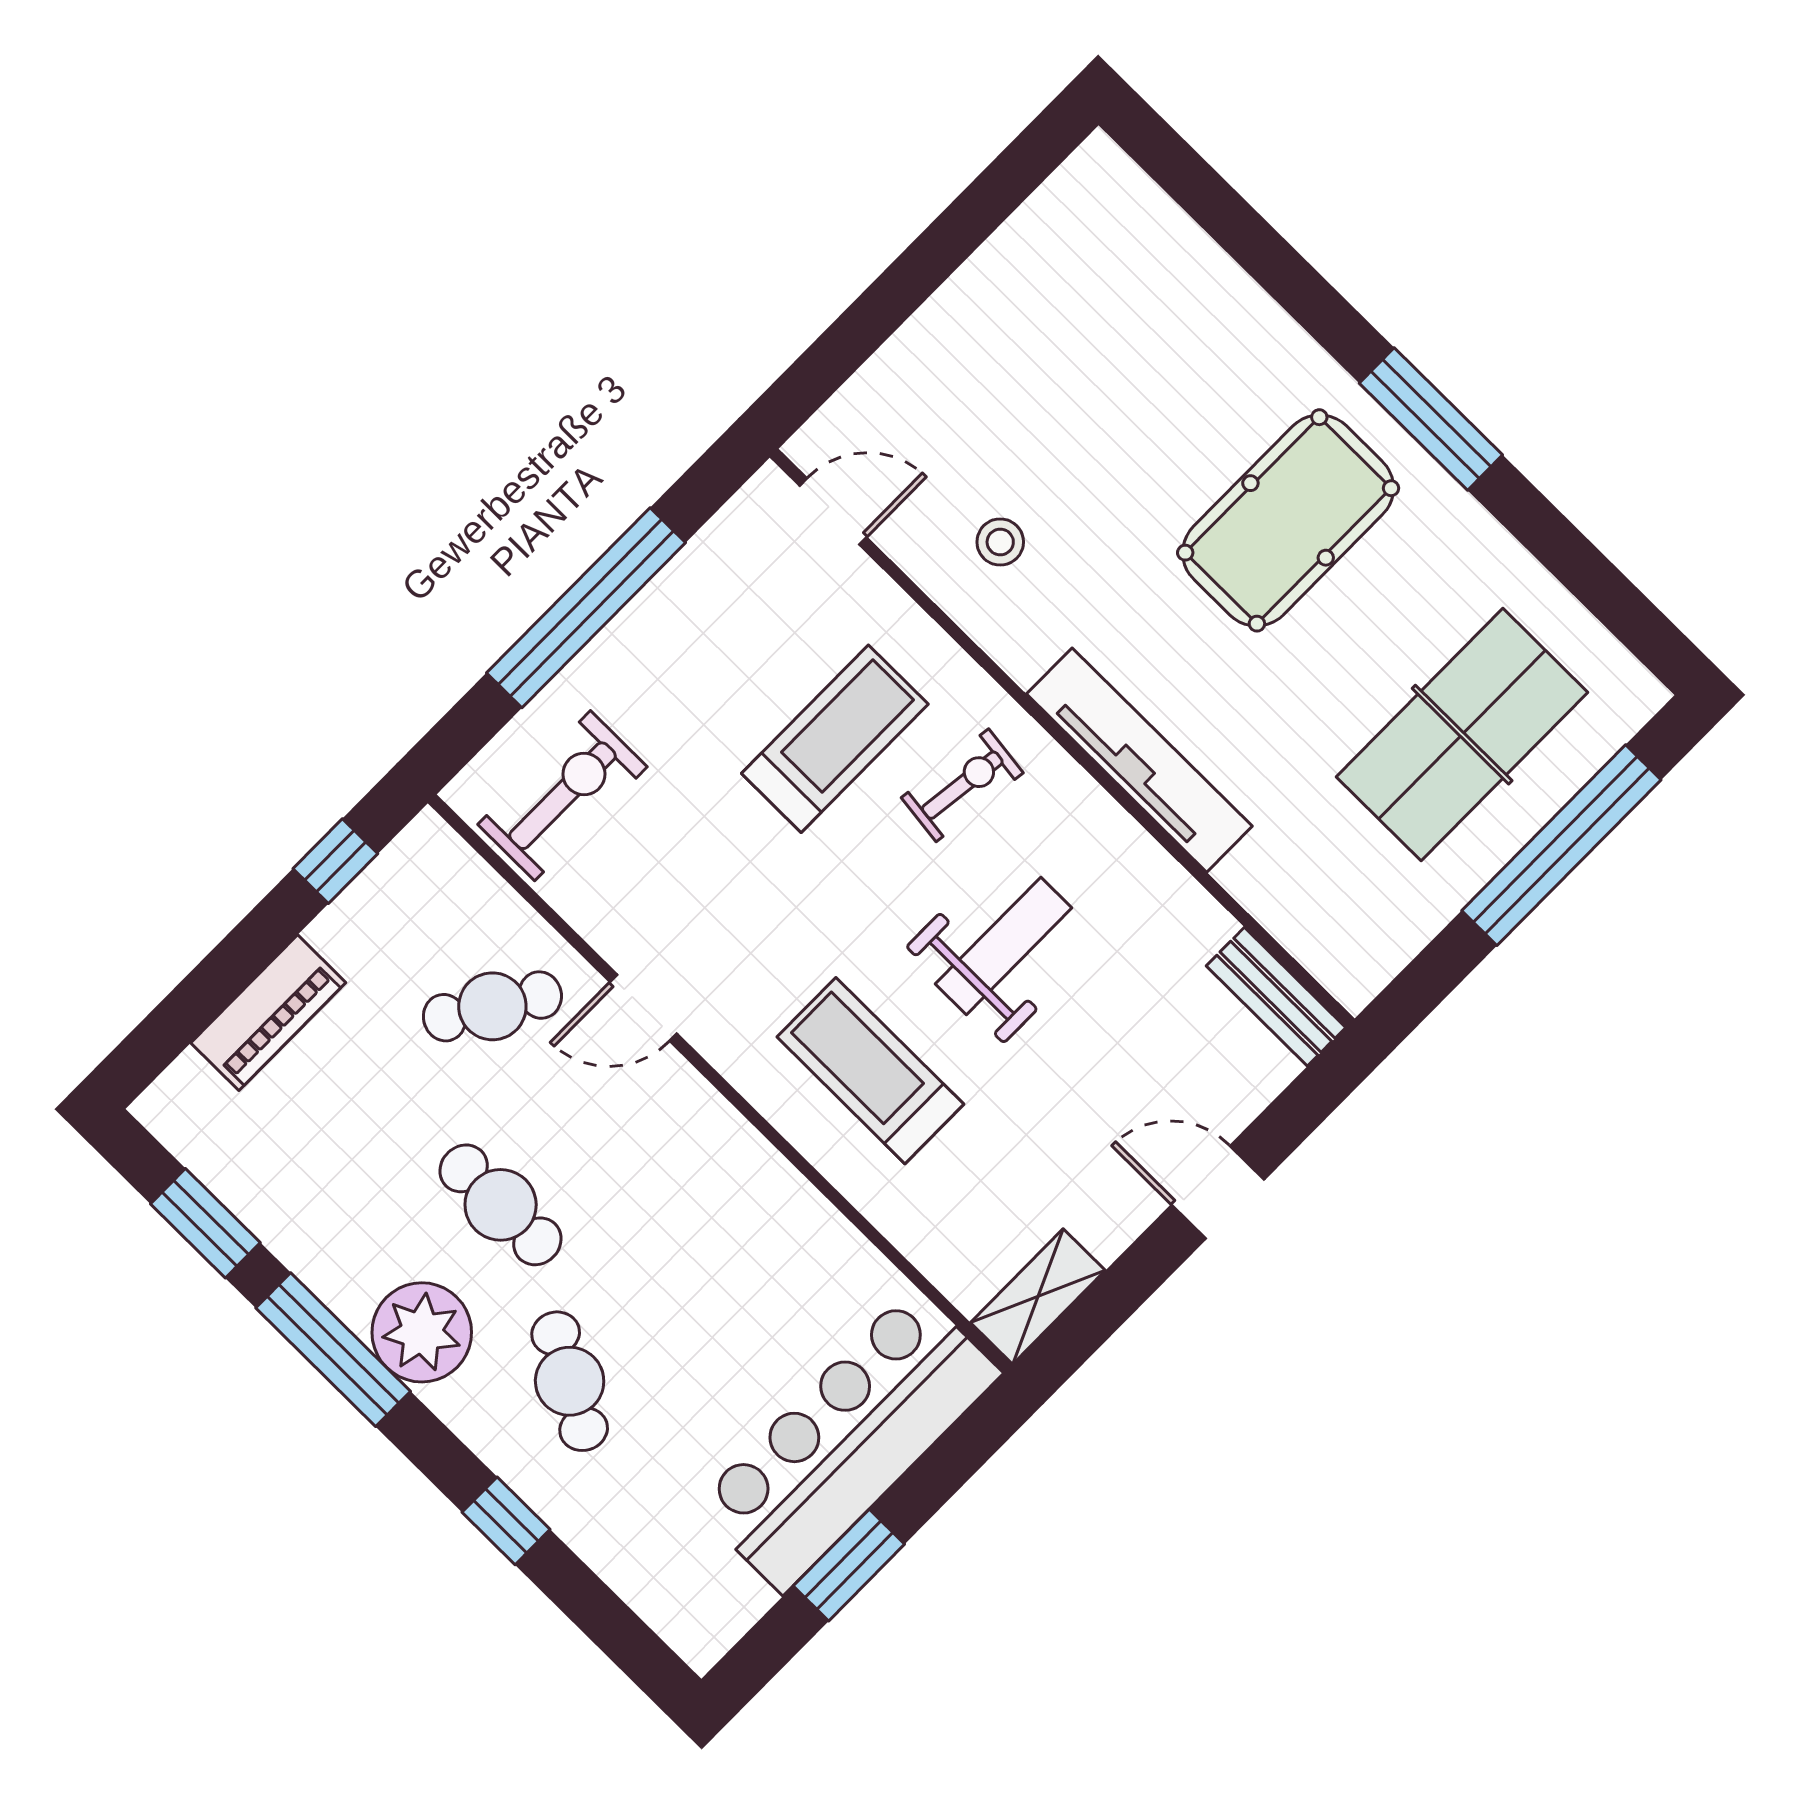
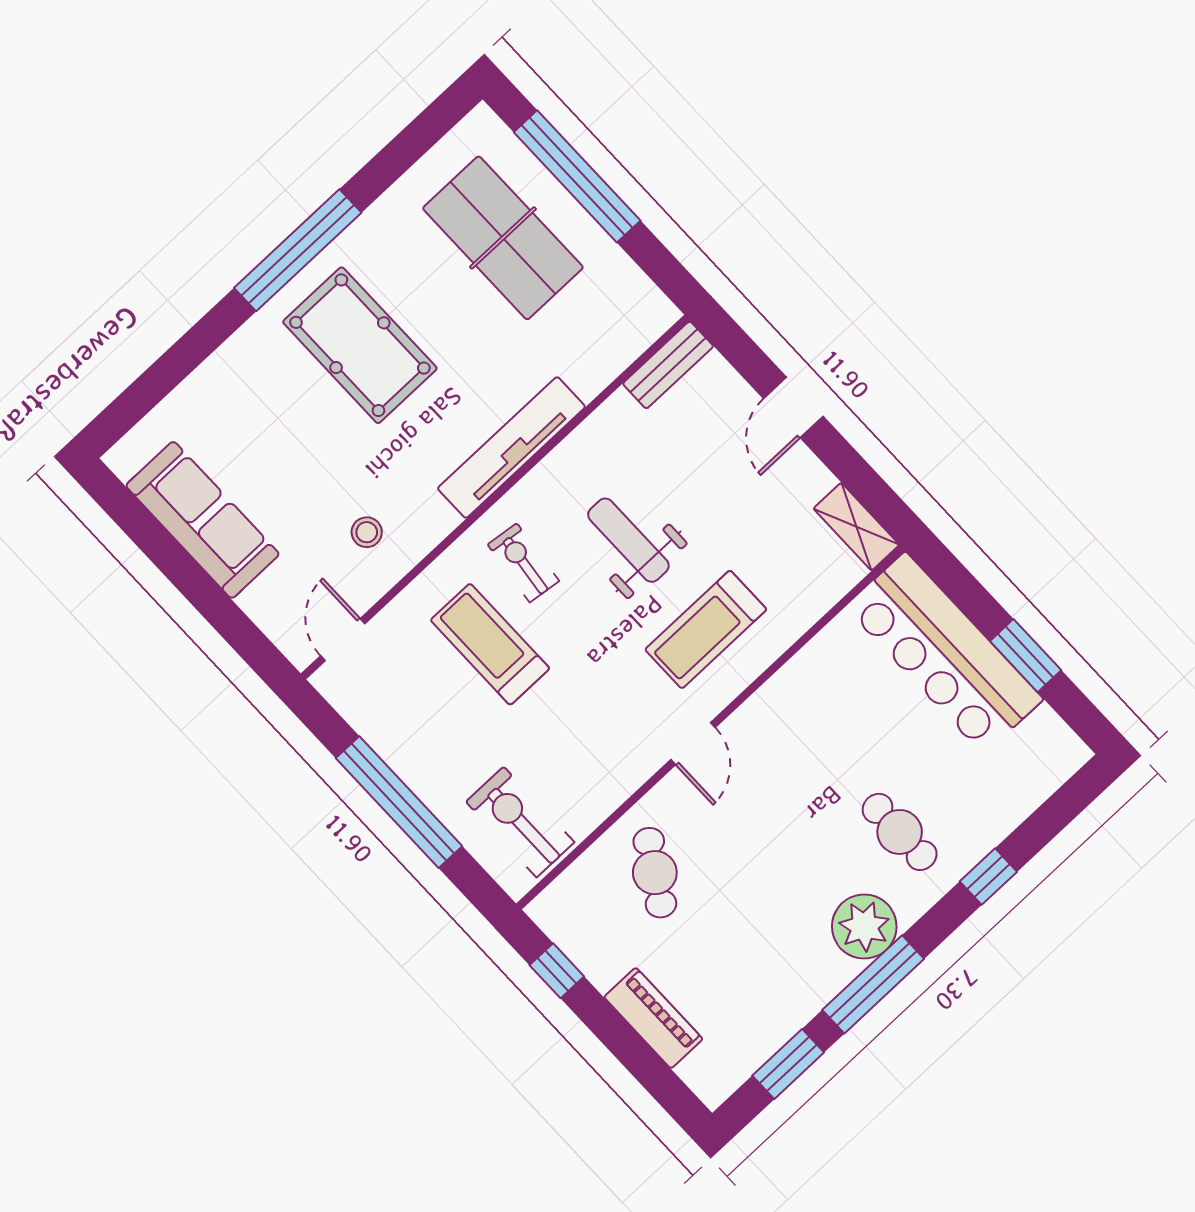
sofa: (1009, 288) -> (203, 520), added
window: (1431, 419) -> (298, 250), width x1.46
door: (643, 1008) -> (693, 744), moved
cafe table: (501, 1205) -> (784, 872), removed
cafe table: (570, 1381) -> (900, 832), turned 61

